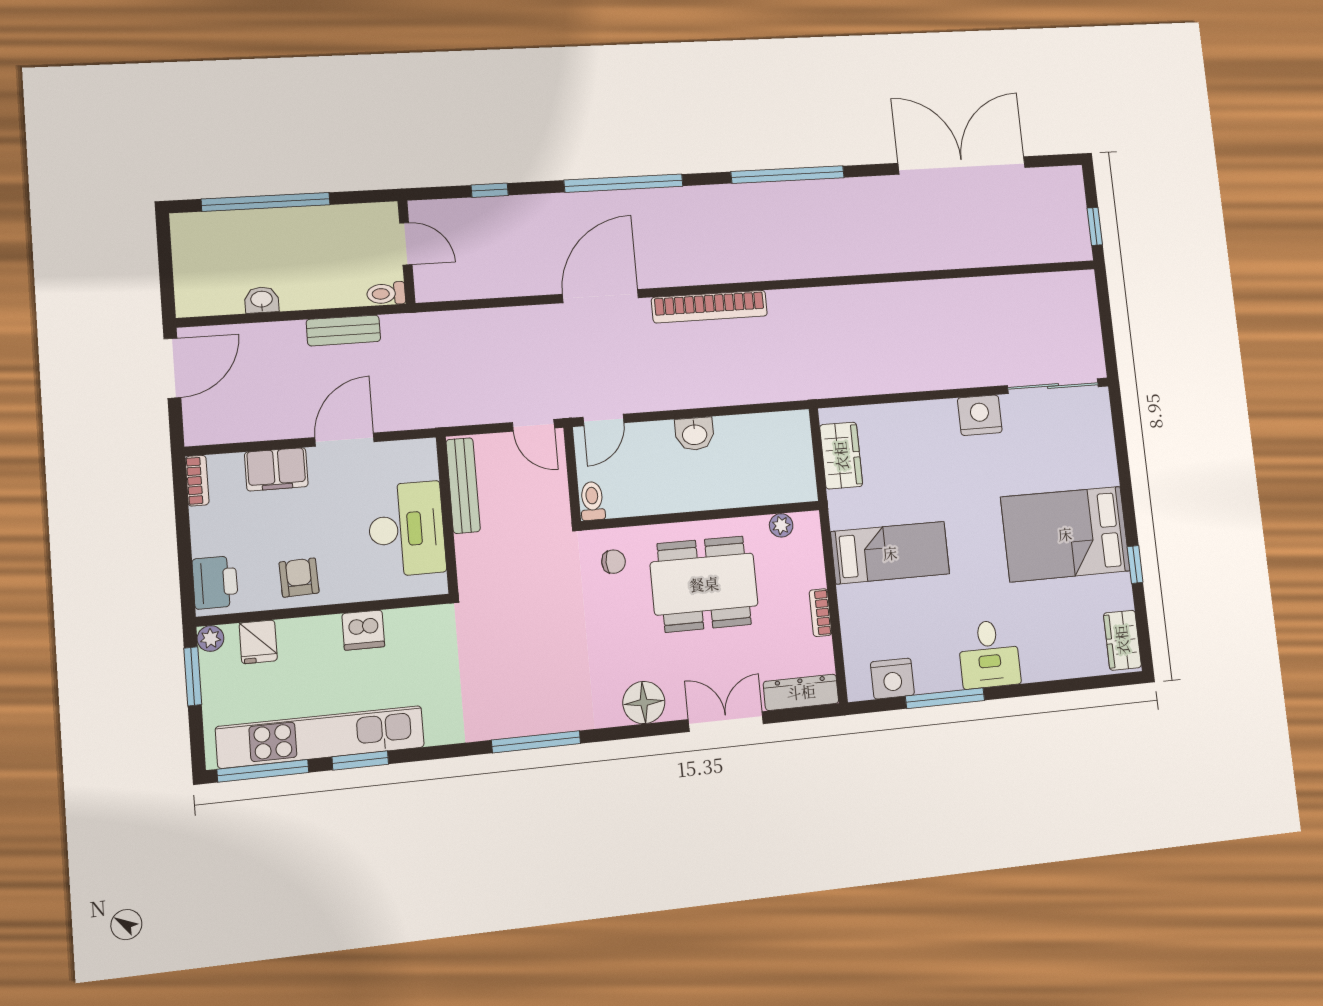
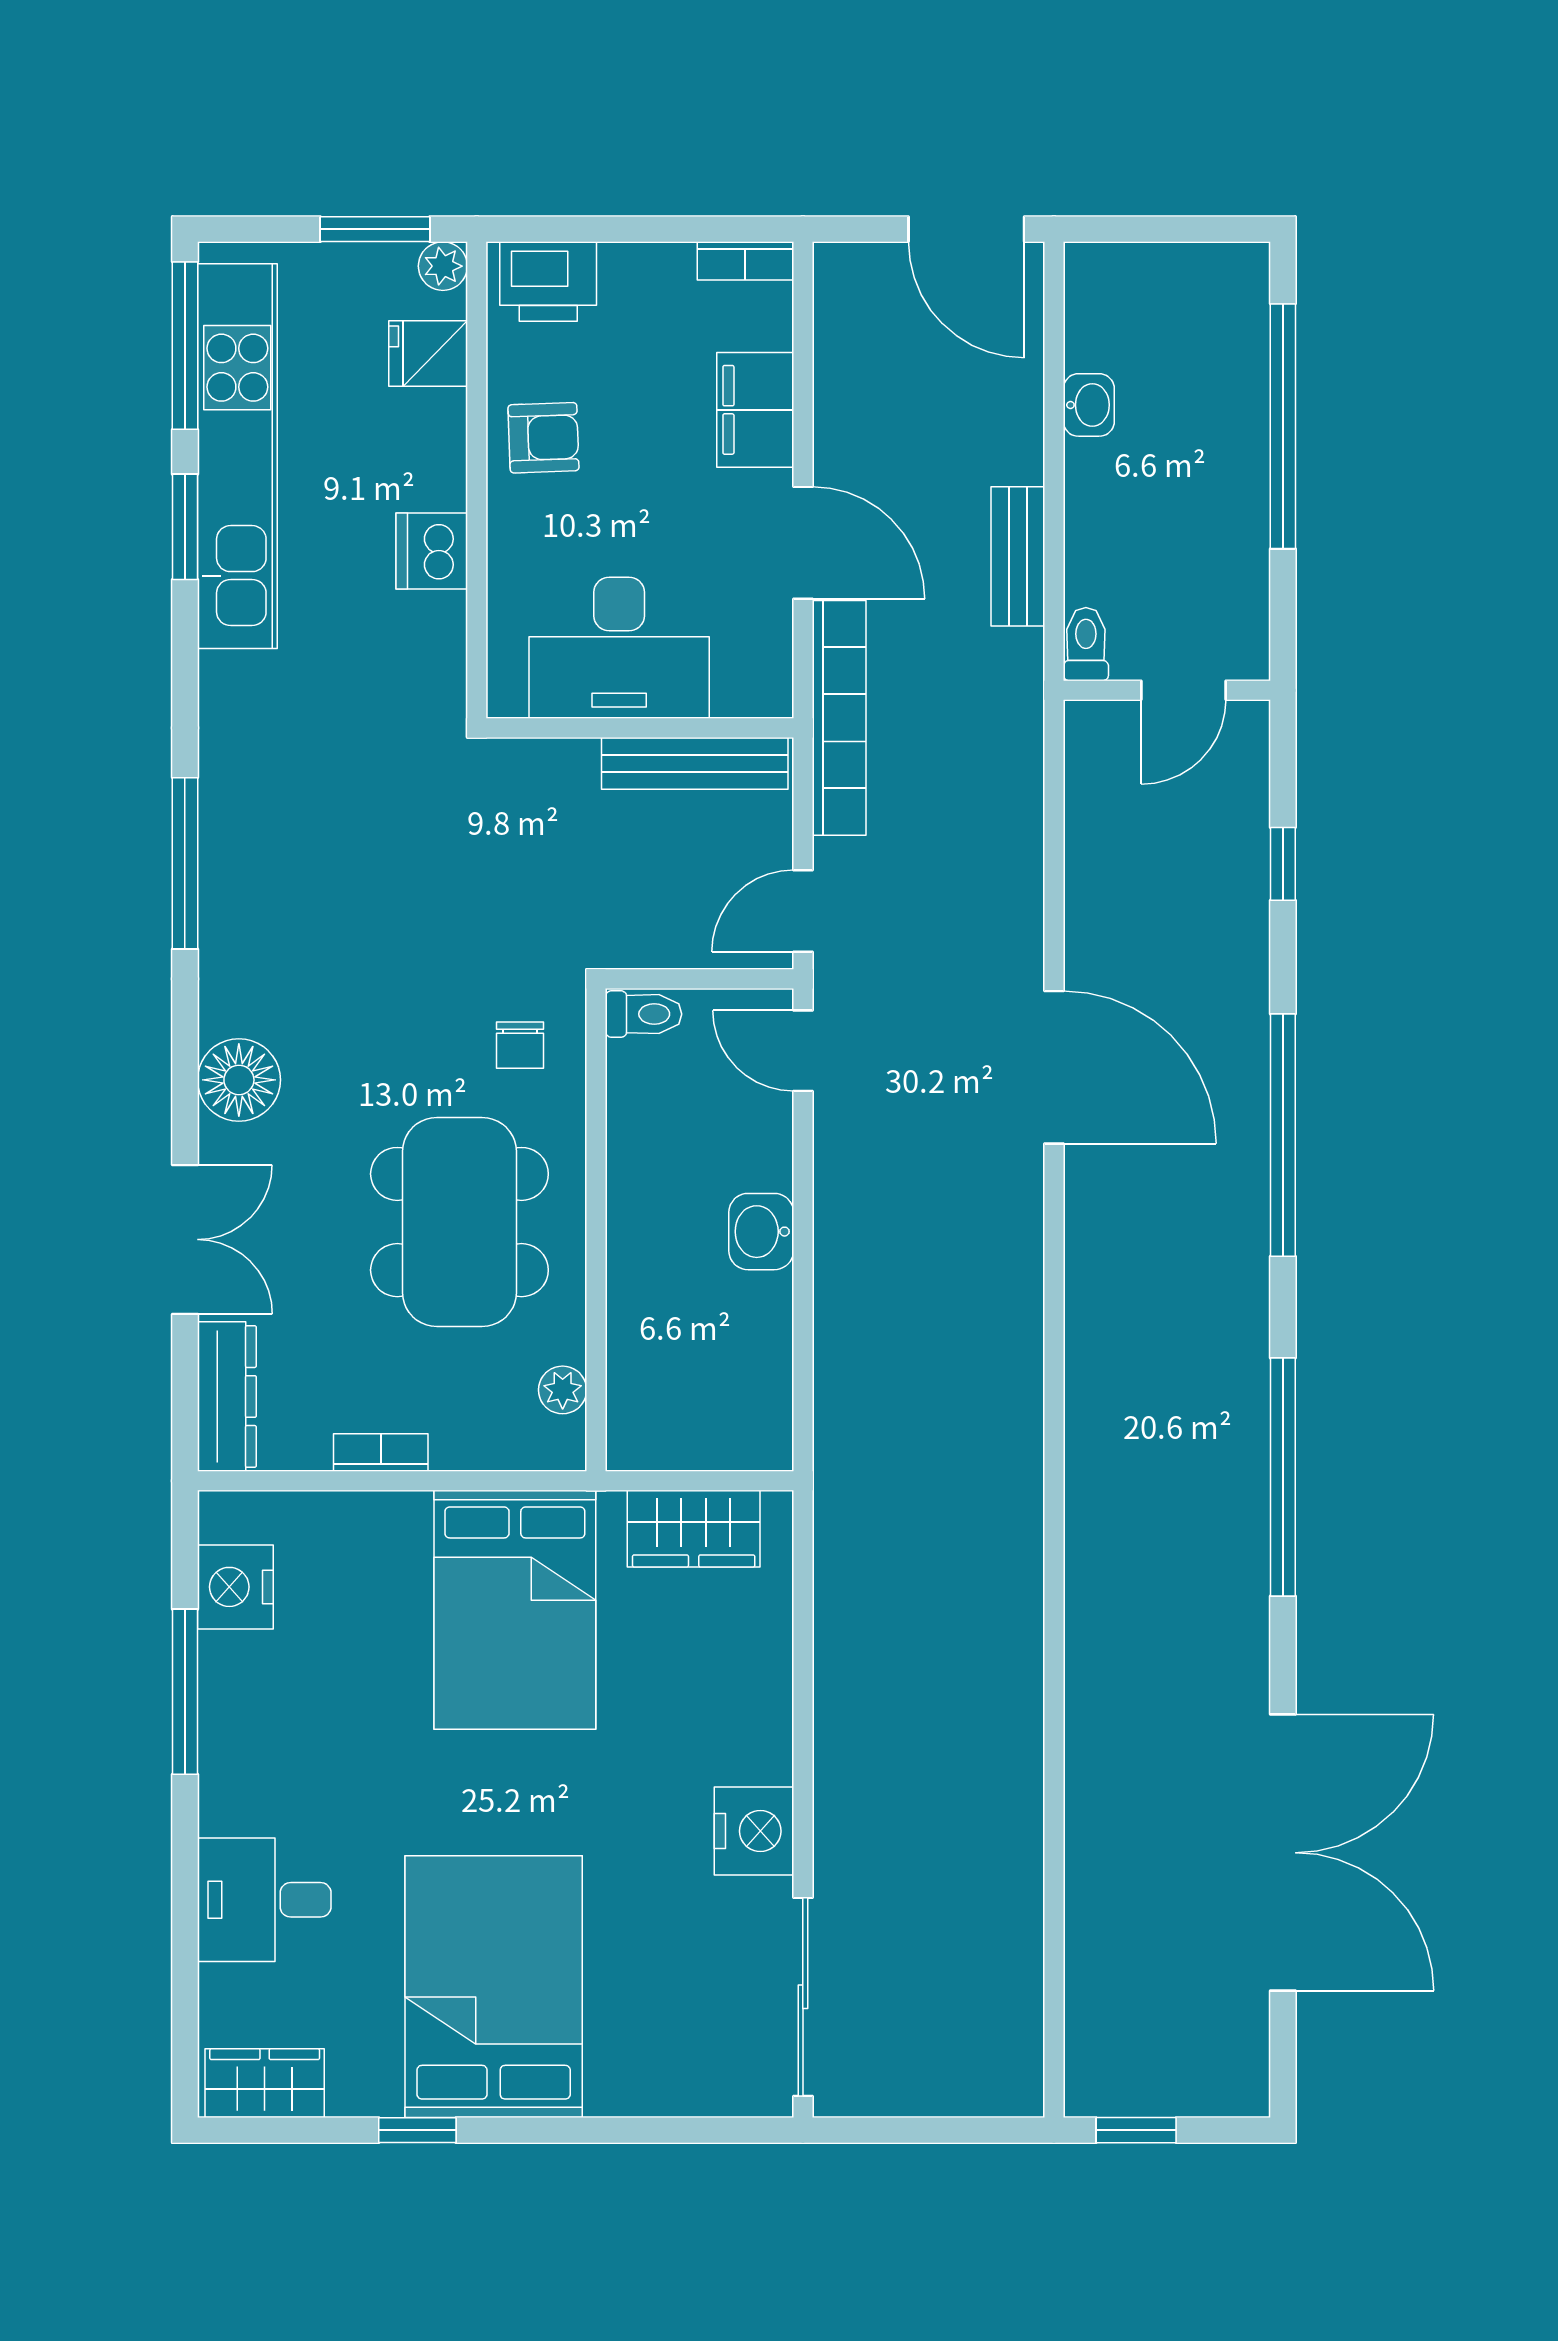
bookcase: (710, 307) -> (839, 718), moved, turned 180
bed: (890, 553) -> (515, 1610), width x1.50
desk: (989, 654) -> (264, 1900), moved

